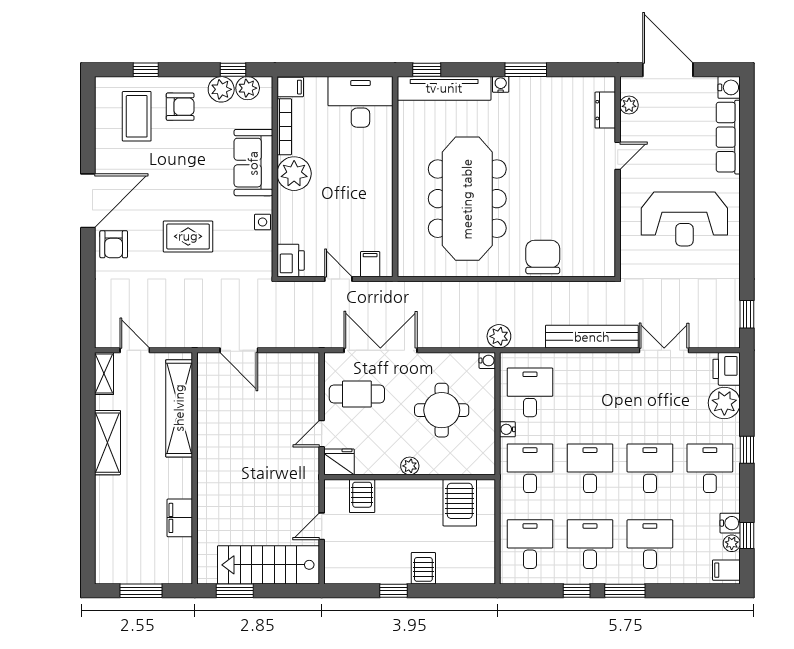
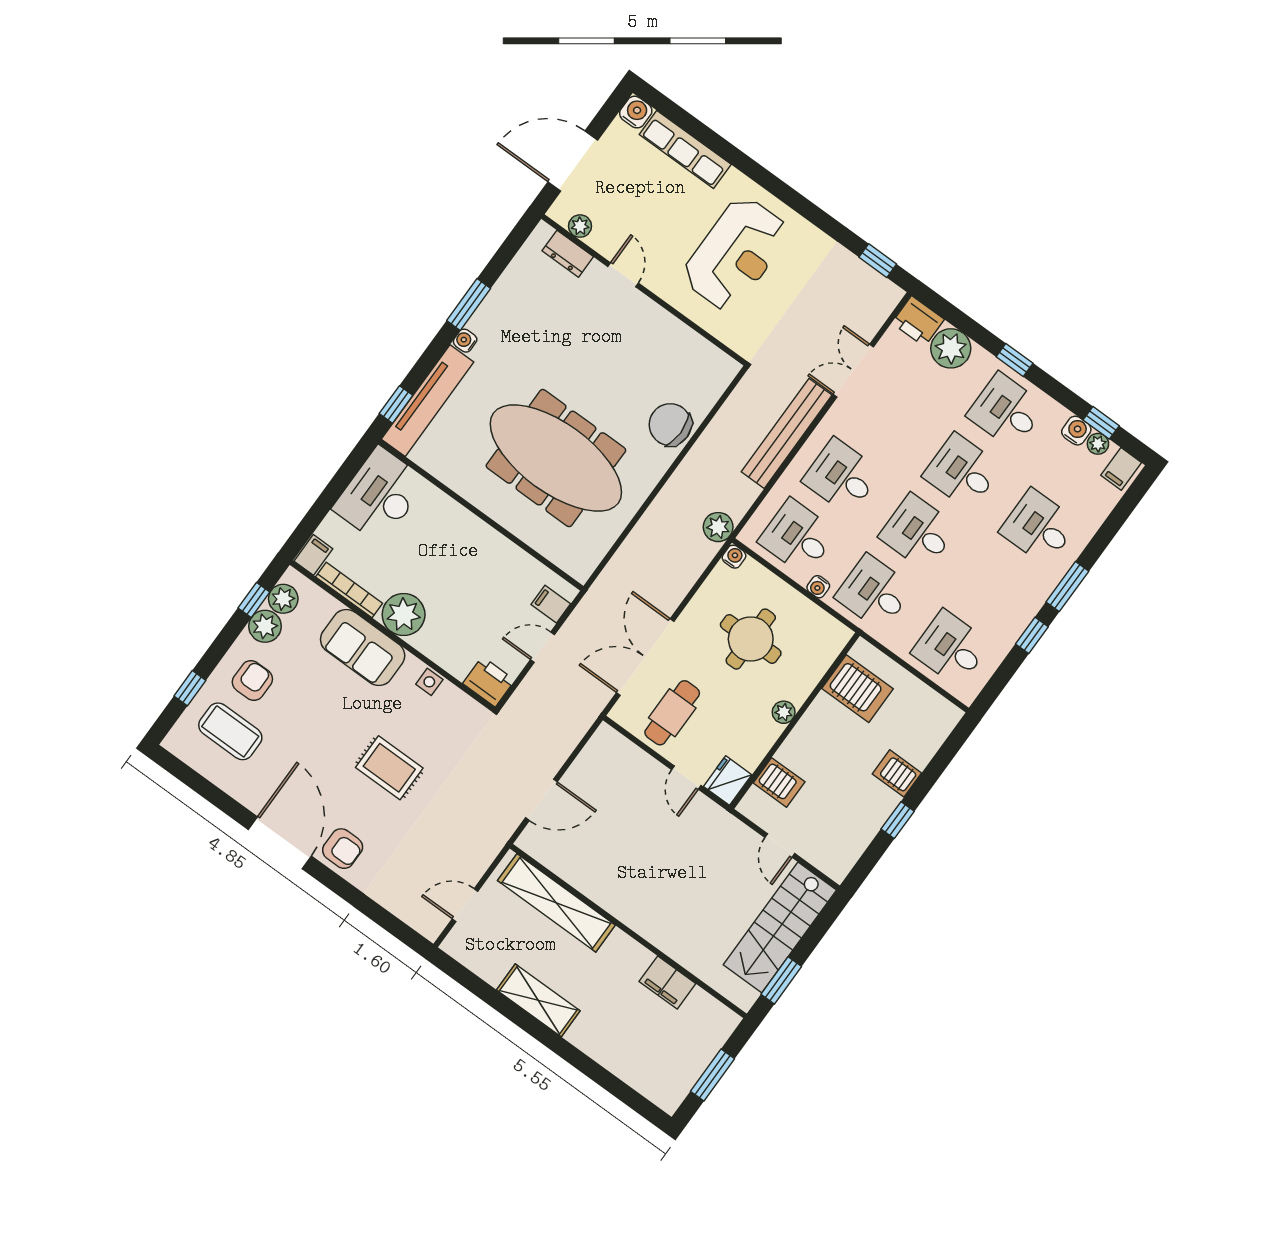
rug: (188, 236) -> (389, 768), turned 90
shelving: (104, 374) -> (466, 953), removed
desk: (590, 544) -> (842, 476), moved

